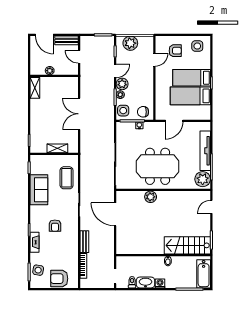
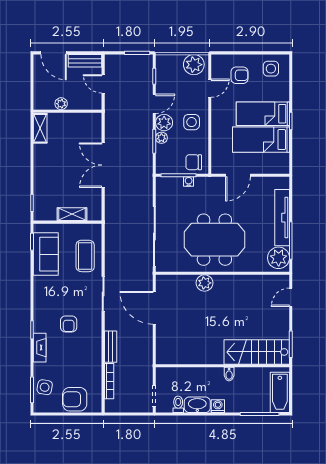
plant: (130, 43) -> (194, 65), moved
side table: (123, 111) -> (192, 122), moved
sofa: (39, 190) -> (46, 254), moved

